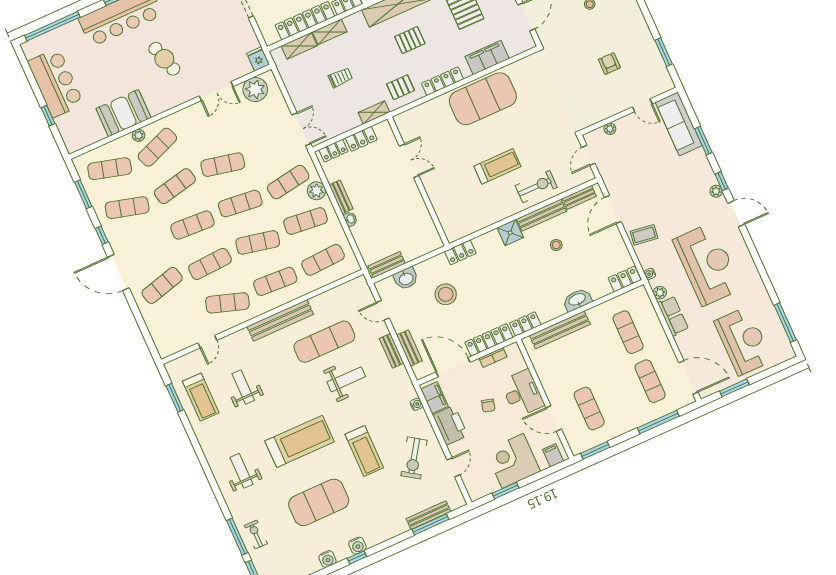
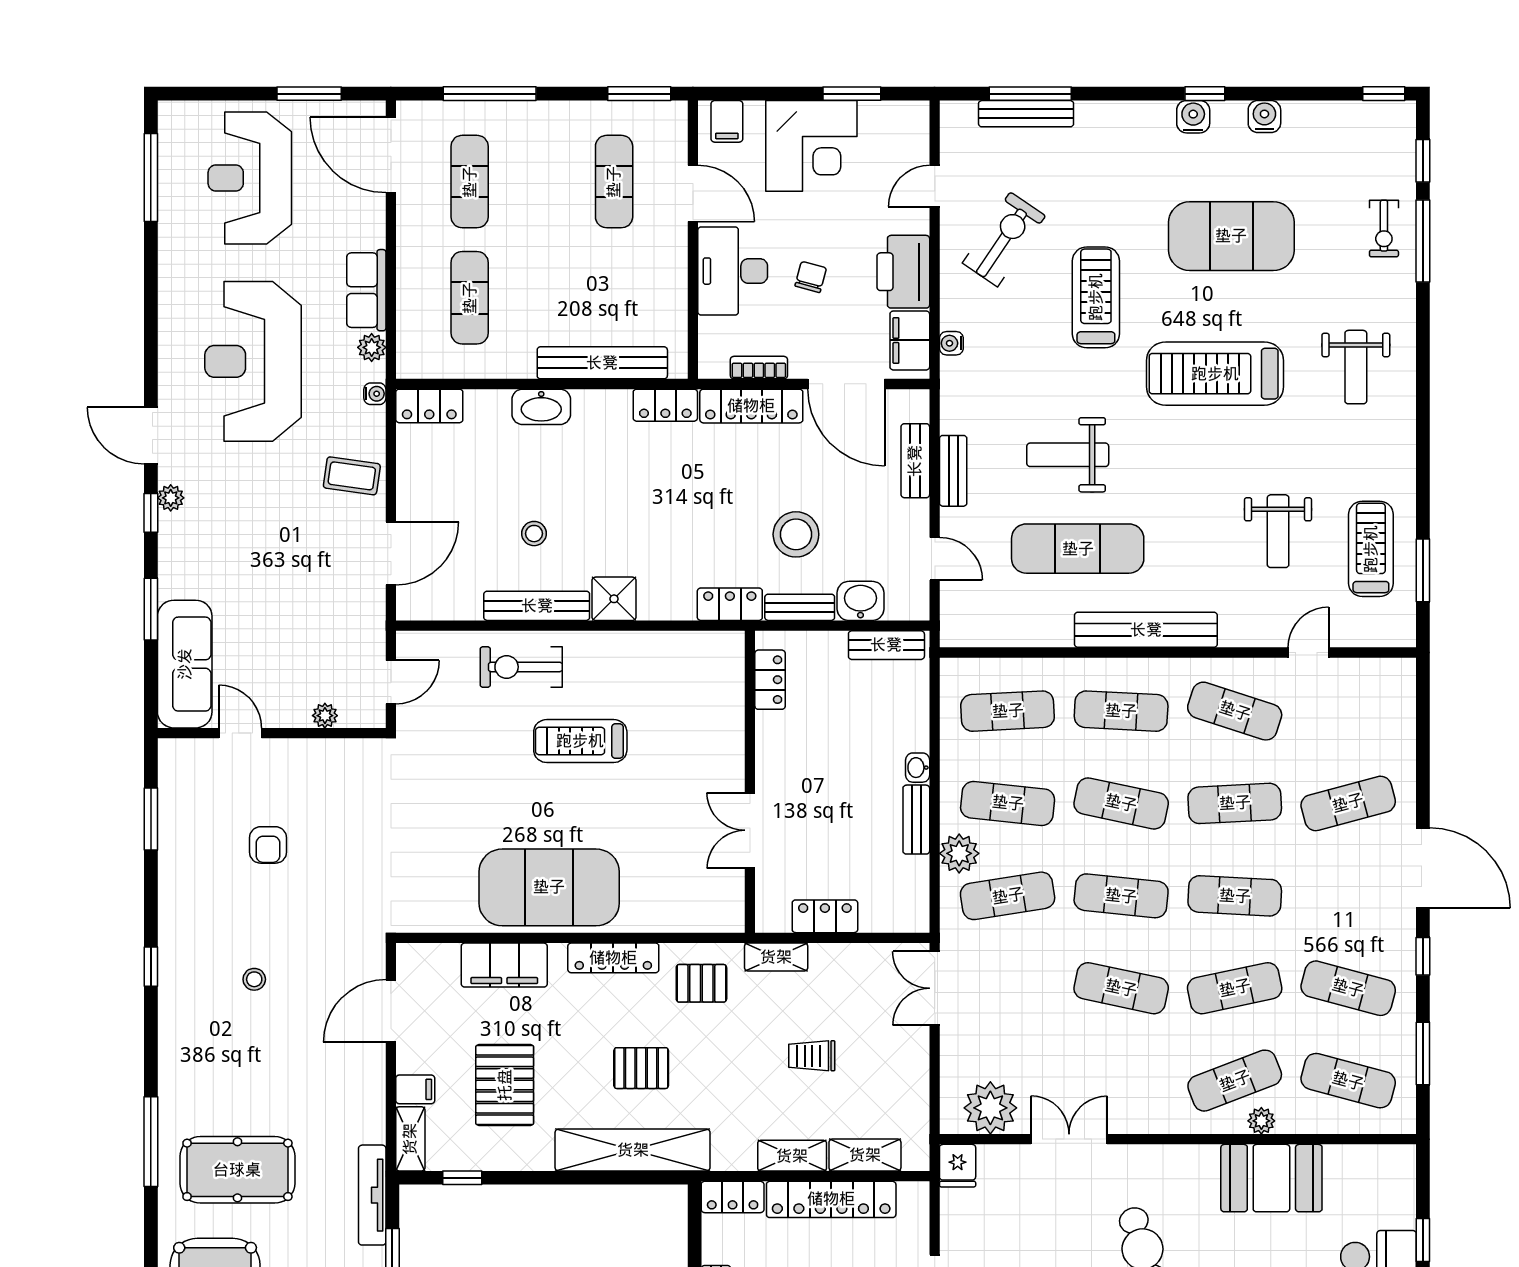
locker: (333, 151) -> (770, 680), moved, turned 90
bench: (579, 197) -> (800, 607), moved

